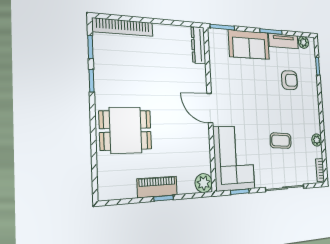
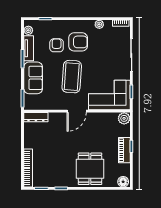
armchair: (295, 111) -> (78, 42), added
coffee table: (281, 141) -> (72, 77), moved, width x1.86, depth x1.72
floor lamp: (106, 188) -> (123, 182), added

